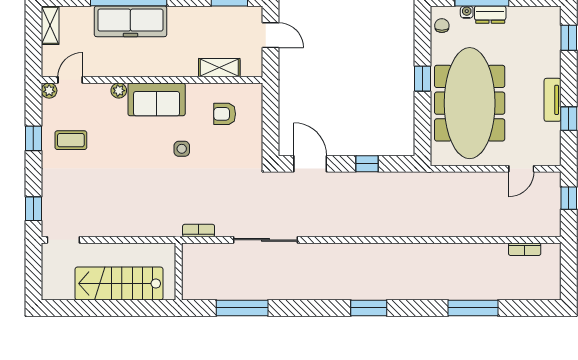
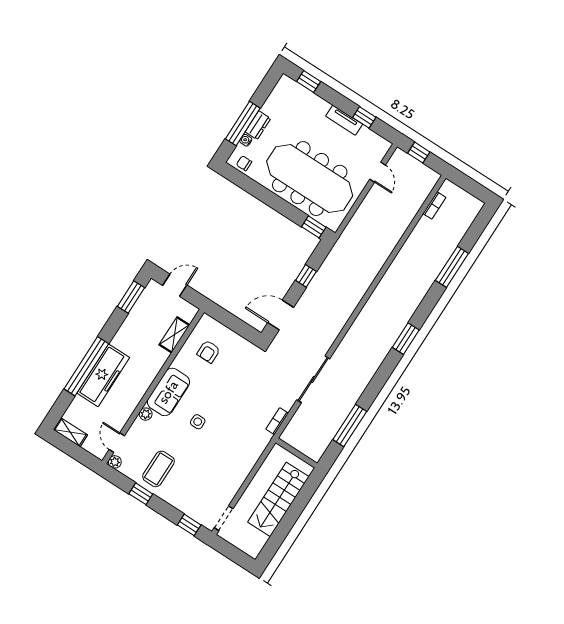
window: (423, 79) -> (314, 227), moved
coffee table: (71, 140) -> (159, 469), width x1.36, depth x1.30
side table: (182, 149) -> (198, 422), moved

